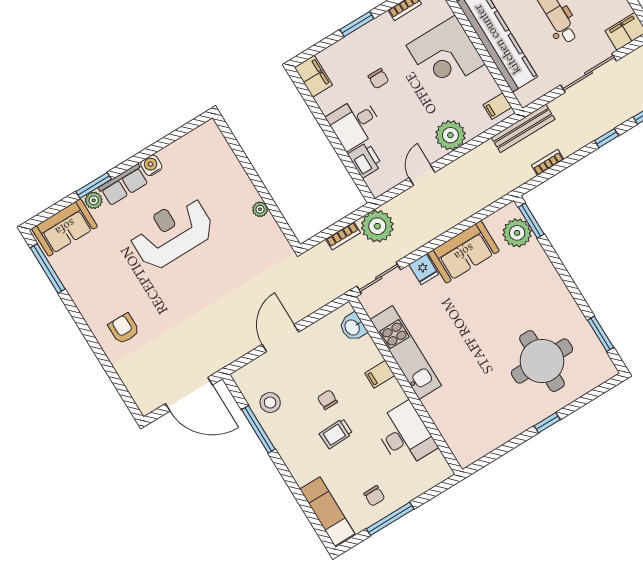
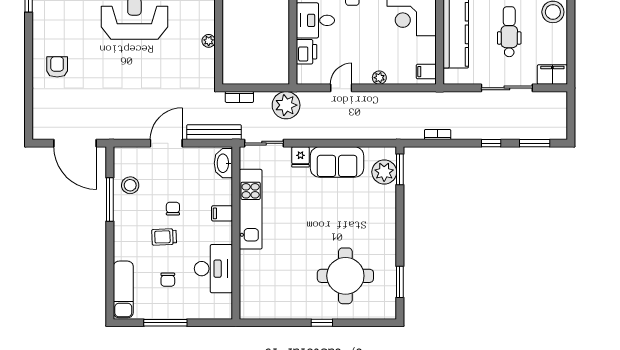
bench: (523, 128) -> (214, 132), moved
plant: (450, 135) -> (379, 78), width x0.53, depth x0.53
bookcase: (343, 236) -> (239, 97), moved
washbasin: (353, 327) -> (223, 163), width x1.38
chair: (374, 496) -> (168, 280), moved

